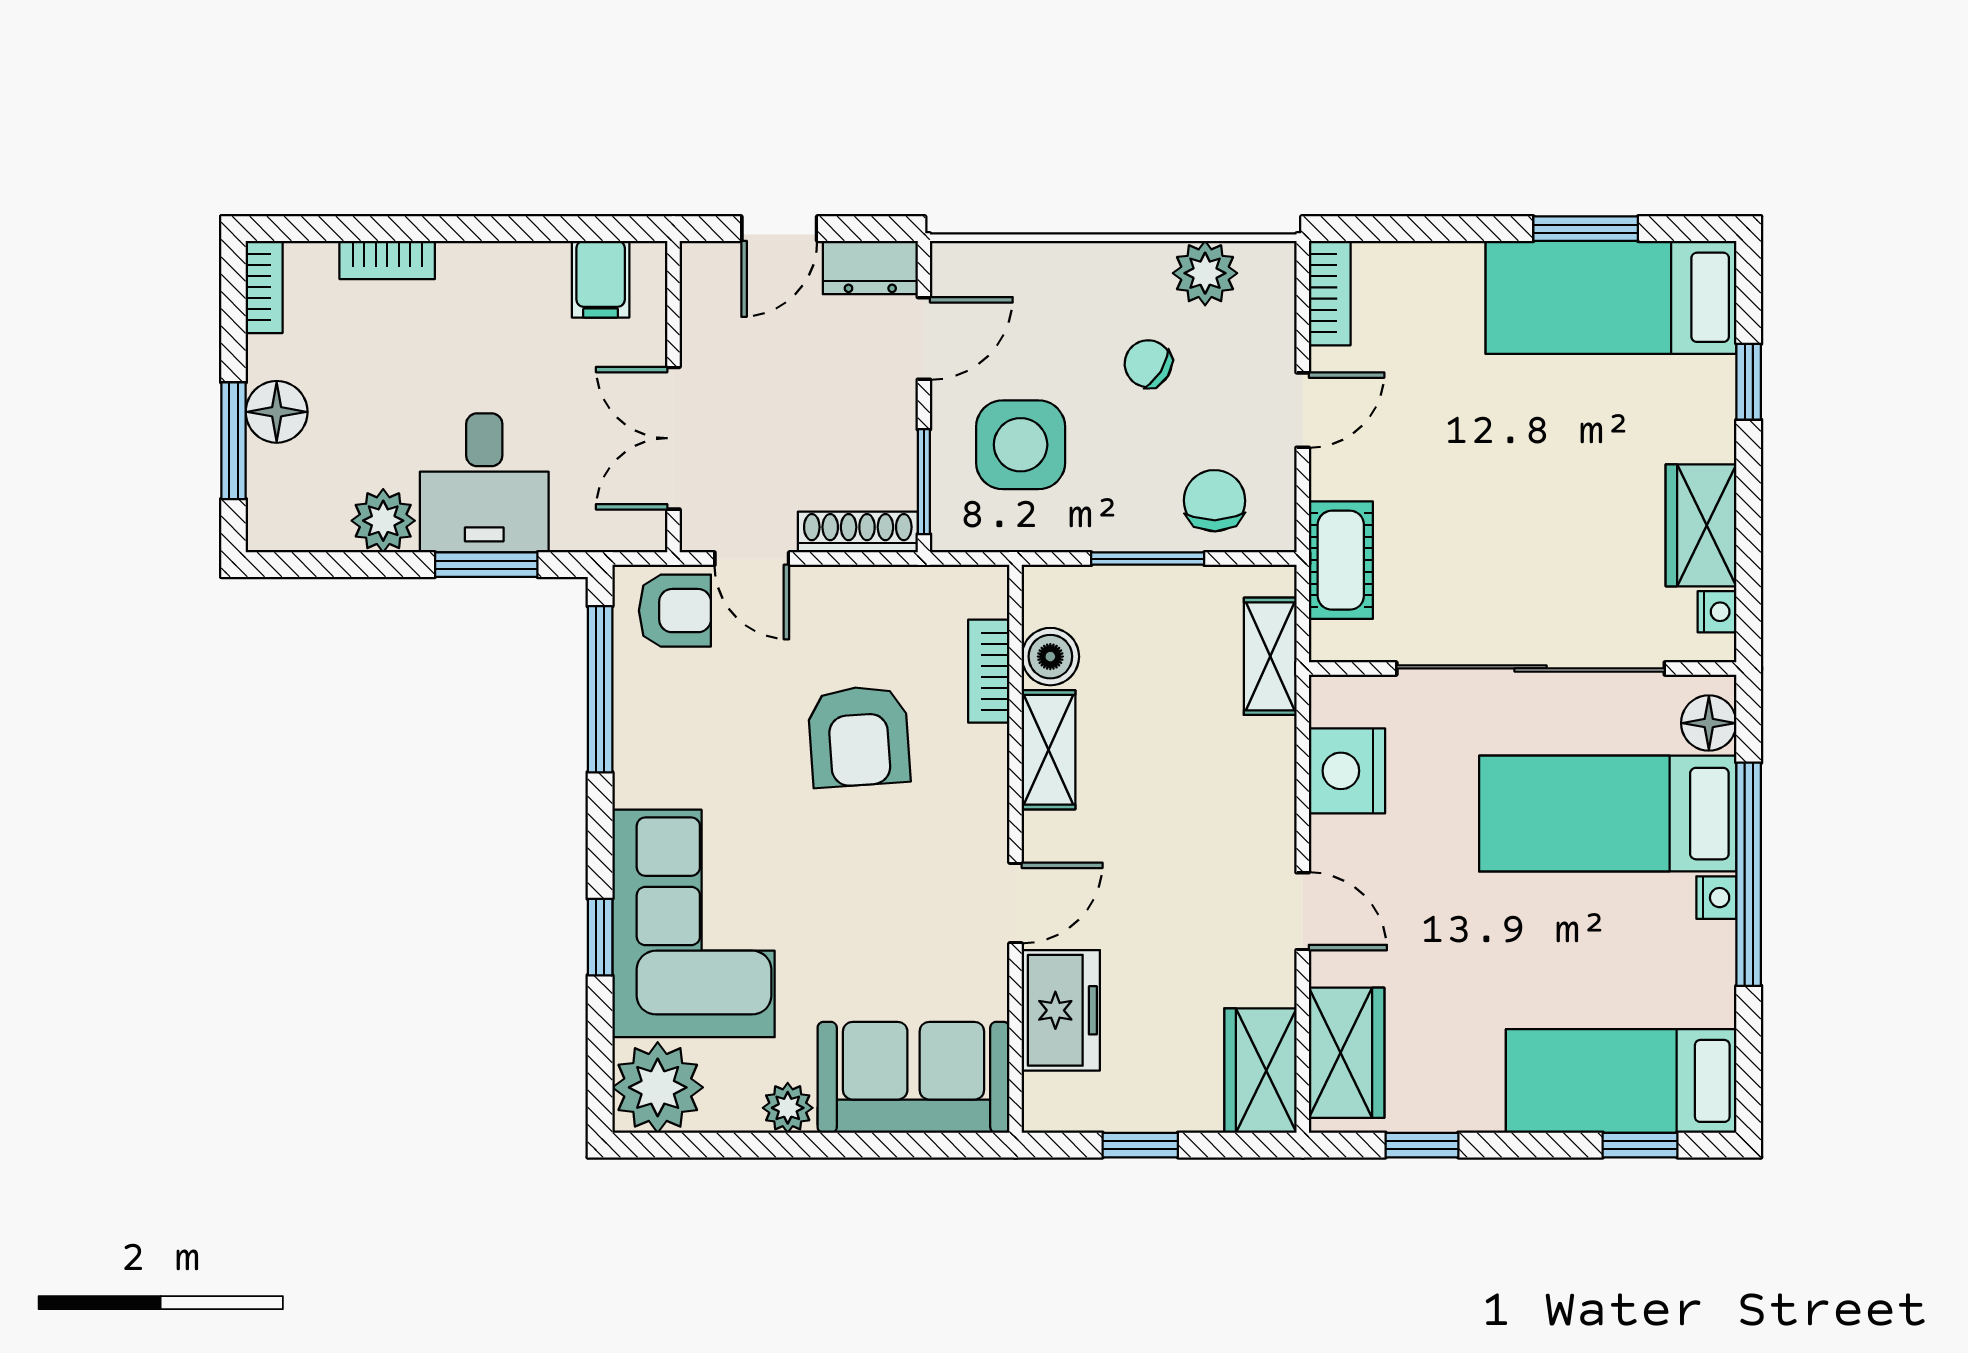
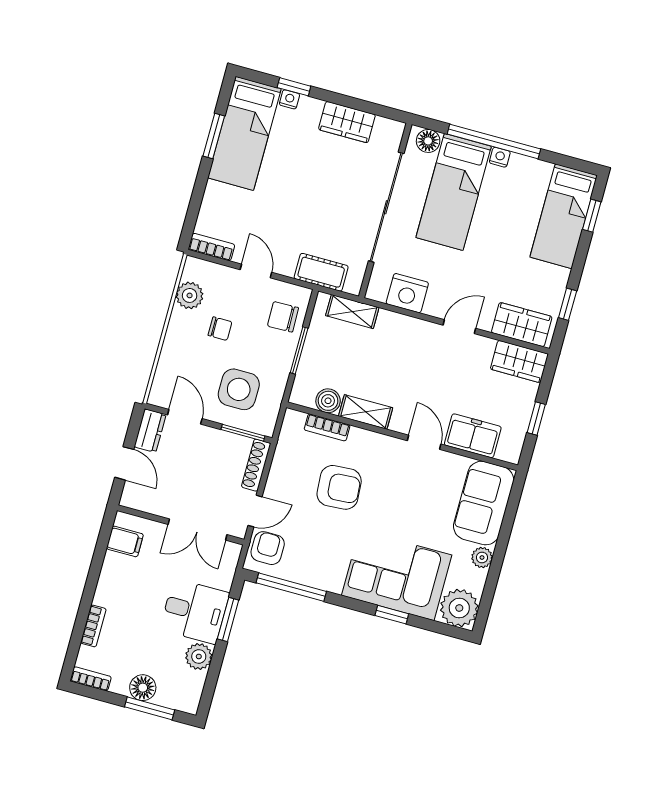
chair: (1148, 364) -> (220, 329), turned -122
nightstand: (1717, 612) -> (289, 99), moved

